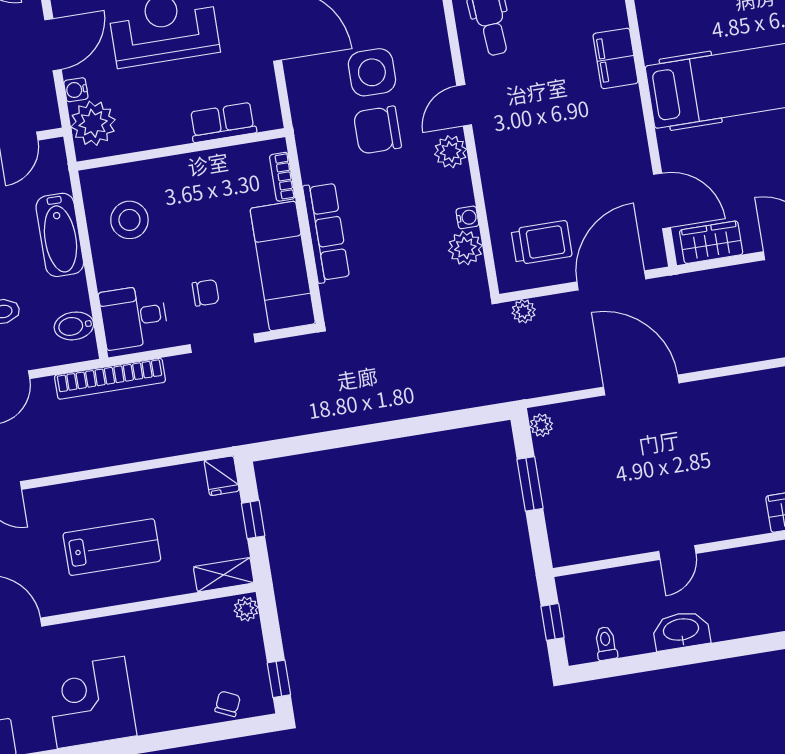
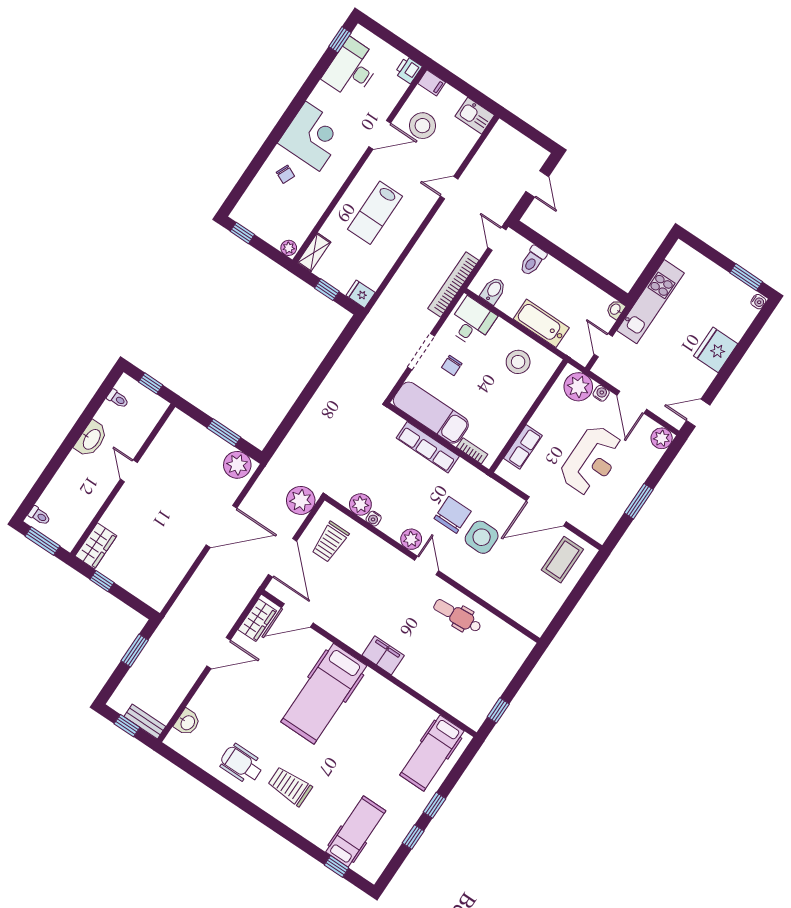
plant: (524, 311) -> (301, 500), width x1.88, depth x1.88
plant: (541, 425) -> (237, 465), width x1.87, depth x1.87
chair: (228, 704) -> (285, 174), moved

